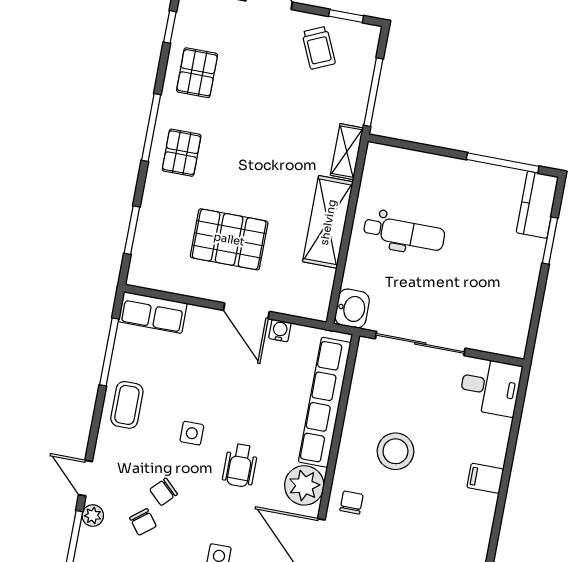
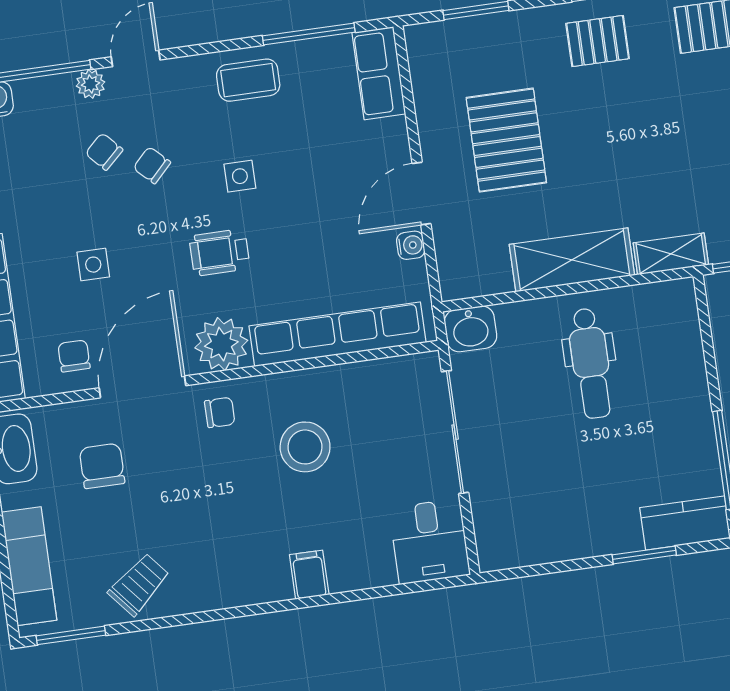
chair: (143, 522) -> (104, 152), turned 85

